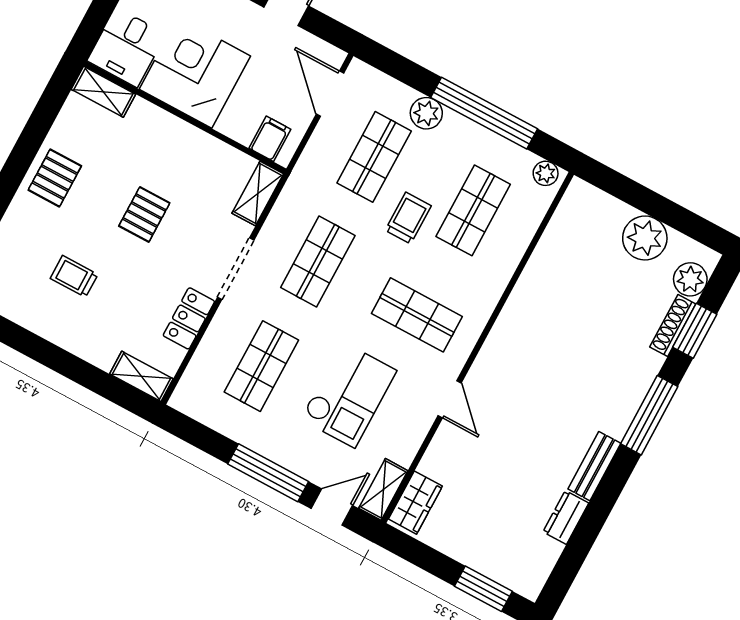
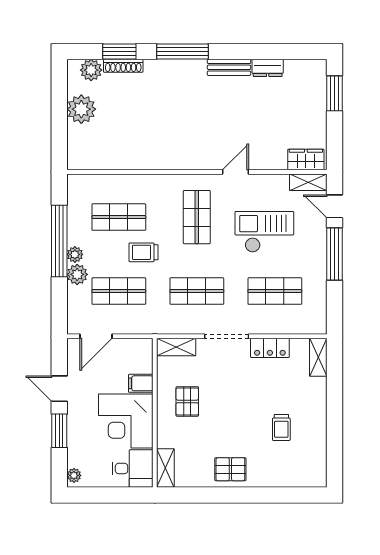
filing cabinet: (270, 139) -> (141, 383), moved
plant: (546, 173) -> (75, 254), moved
pallet: (144, 214) -> (187, 401), moved, turned 90

